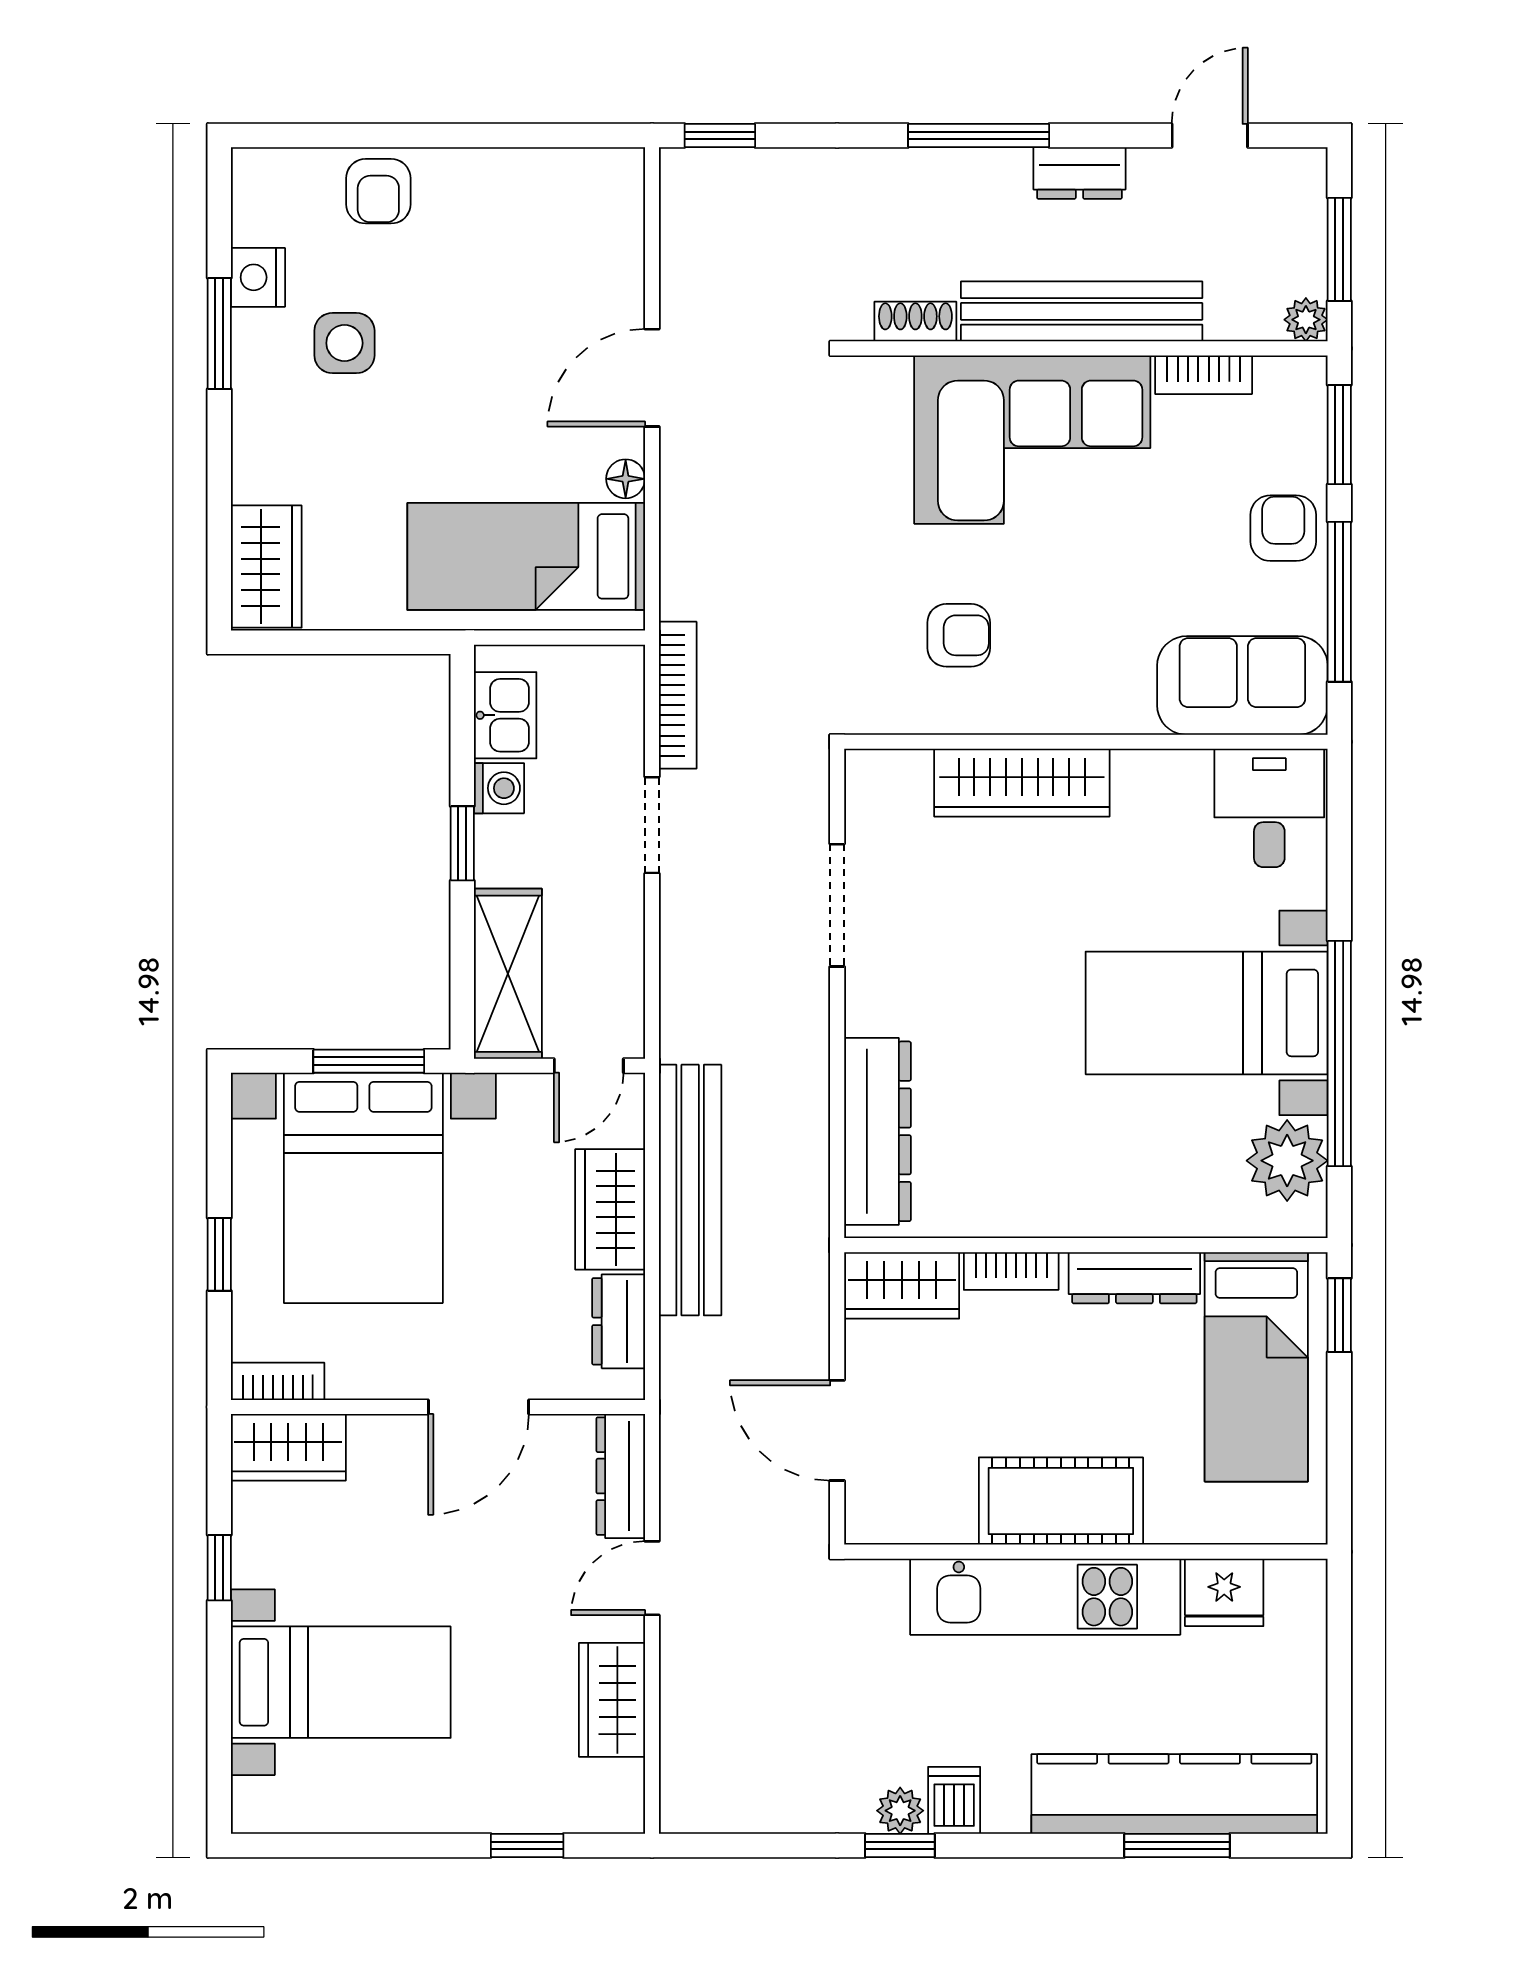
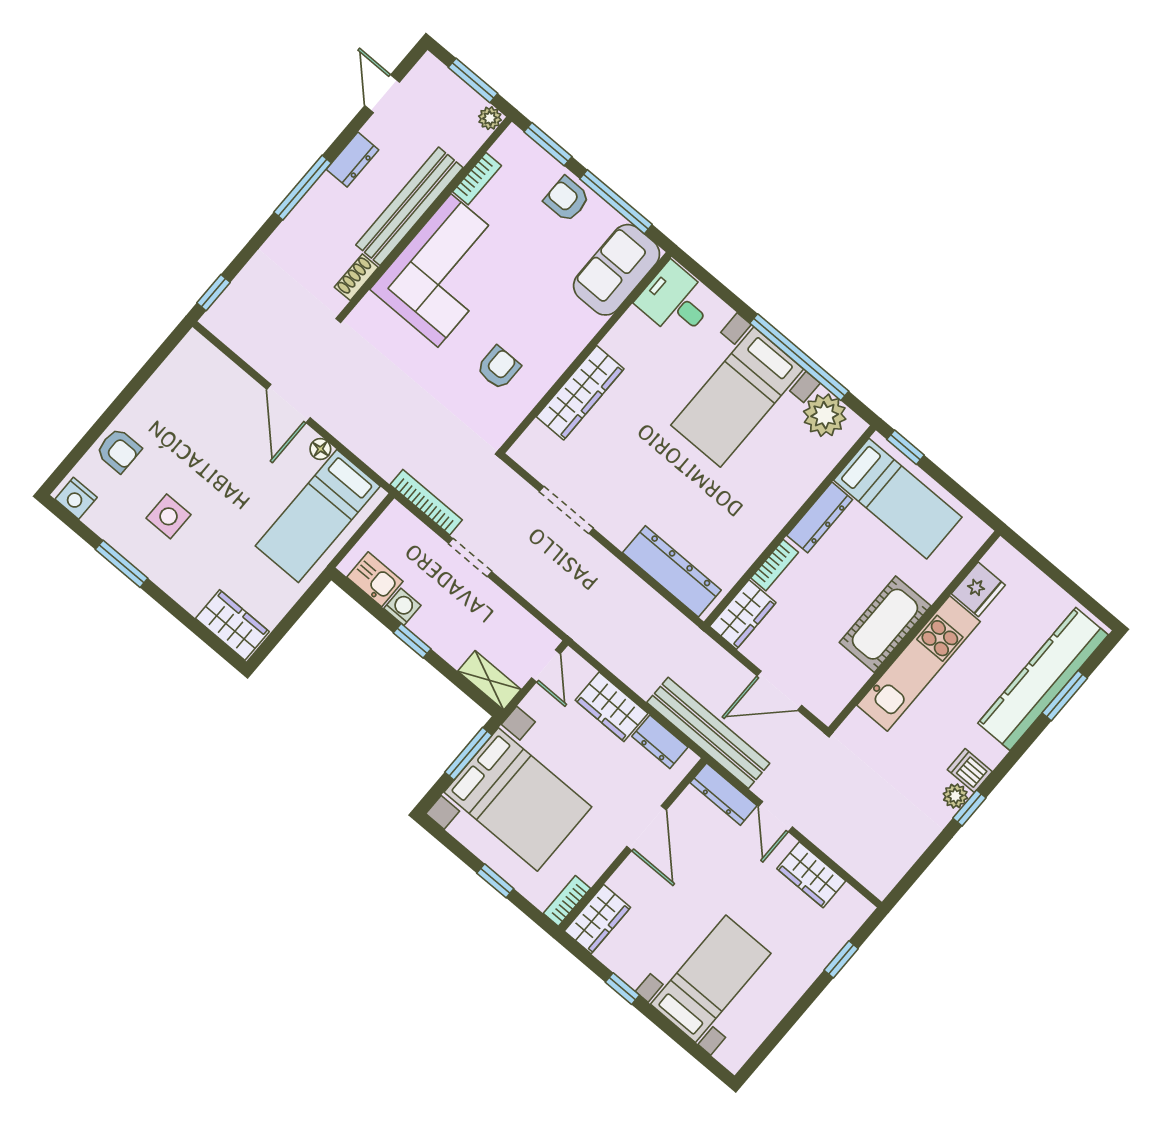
nightstand: (258, 277) -> (76, 498), moved
shelving: (508, 974) -> (489, 680), width x0.67, depth x0.75
bench: (690, 1190) -> (708, 733), moved

